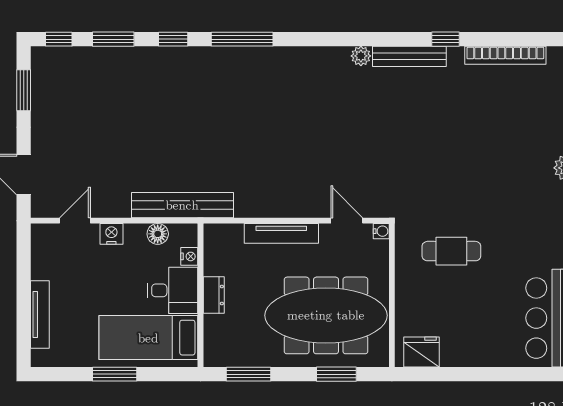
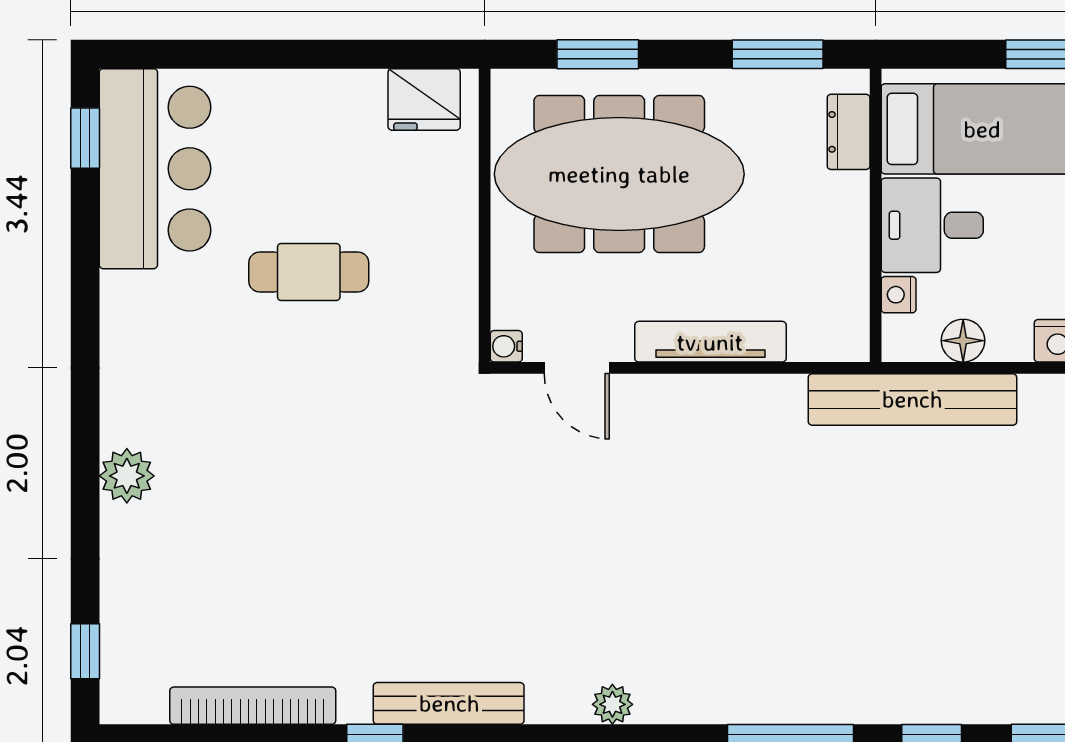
plant: (361, 56) -> (612, 704), moved
cafe table: (451, 251) -> (309, 272), moved
dresser: (214, 295) -> (849, 132), moved

